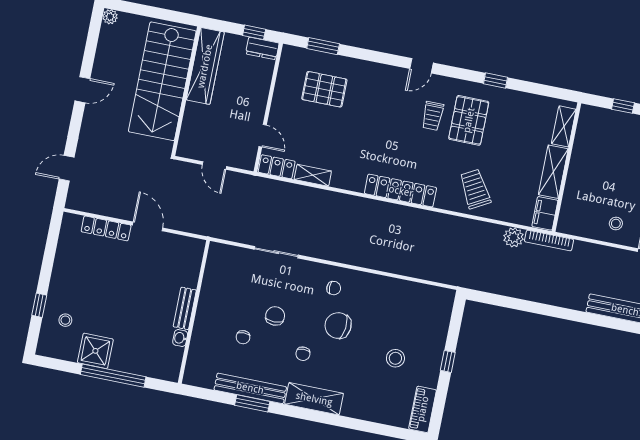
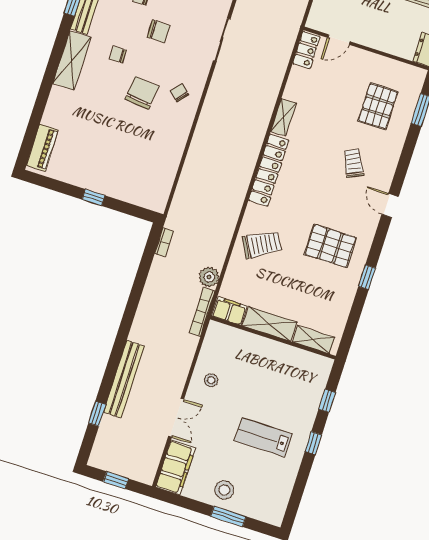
trolley: (433, 116) -> (354, 163), moved, turned 64
shelving: (313, 175) -> (283, 117), moved
bookcase: (484, 286) -> (164, 242), added
chair: (334, 288) -> (179, 93), turned 130
stool: (395, 358) -> (103, 146), removed
piano: (423, 409) -> (42, 148), moved, turned 90

